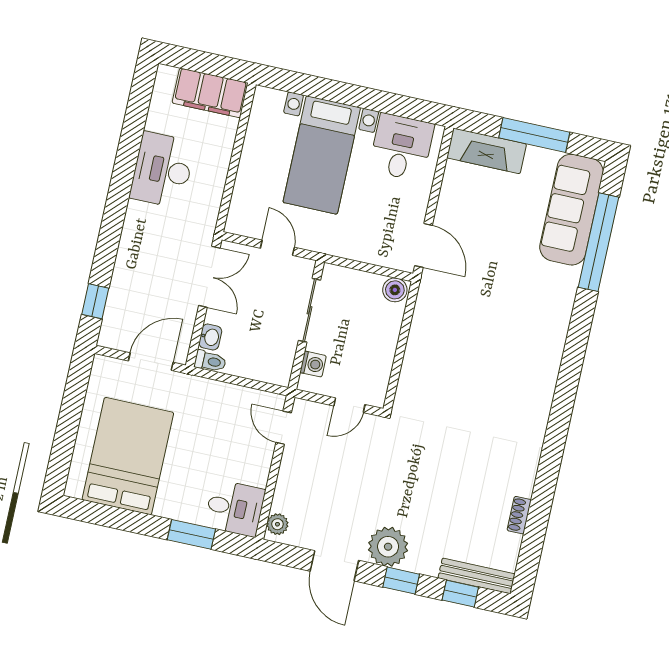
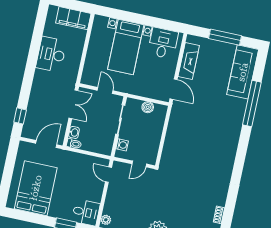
fireplace: (487, 151) -> (189, 61), moved, turned -90
window: (599, 242) -> (252, 104), moved
boiler: (395, 290) -> (148, 107), moved

